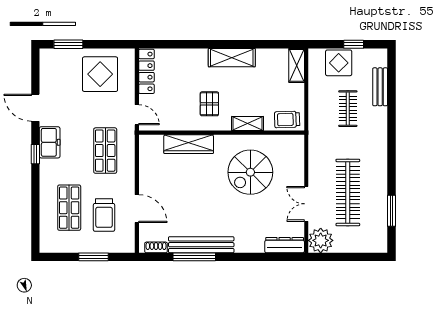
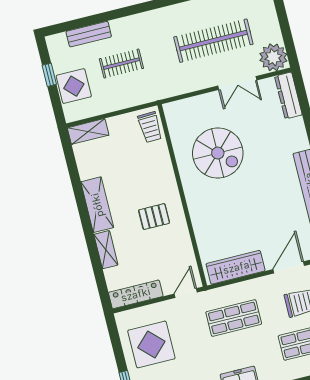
shelving: (248, 124) -> (106, 250), moved
wardrobe: (189, 144) -> (236, 267), moved, turned -90

